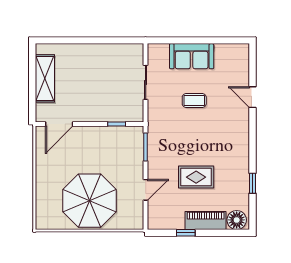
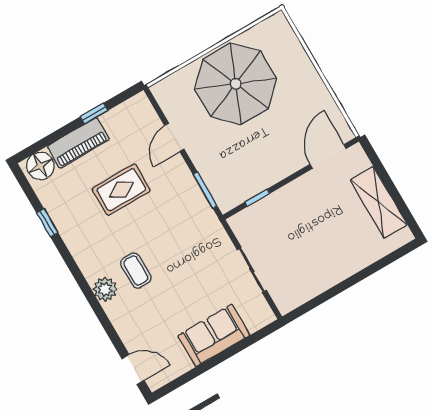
door: (253, 97) -> (133, 370), moved
coffee table: (194, 101) -> (136, 270), moved, turned 90
plant: (241, 123) -> (105, 289), added

